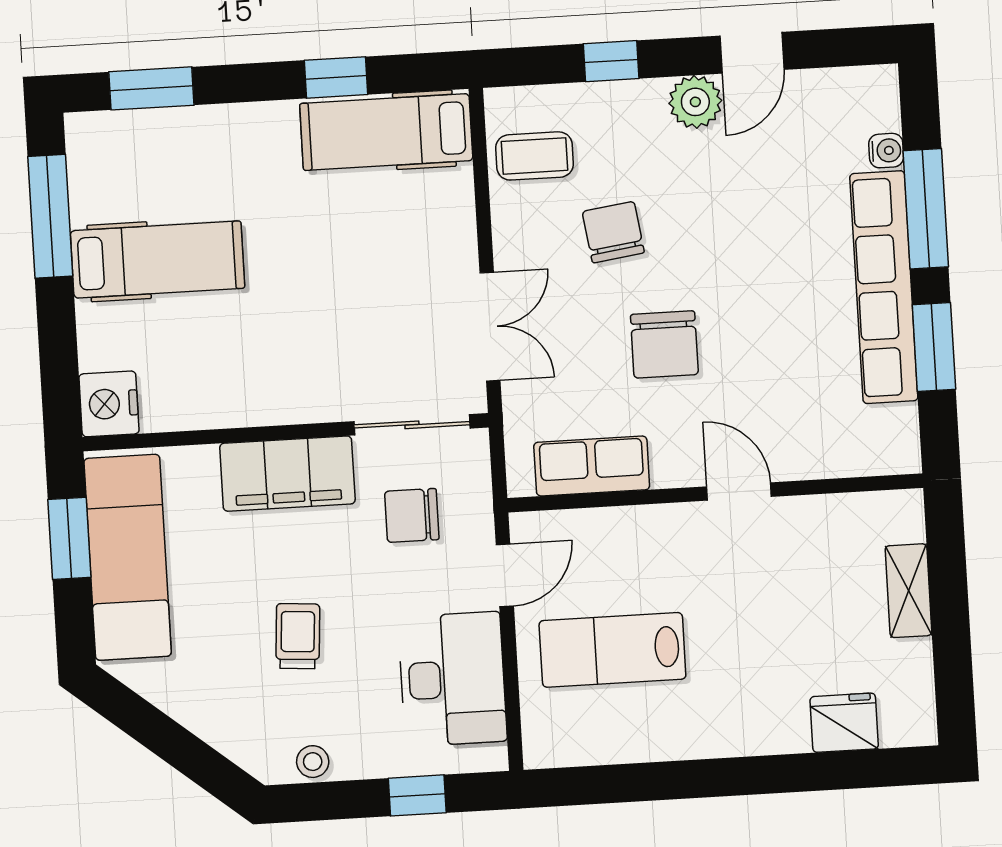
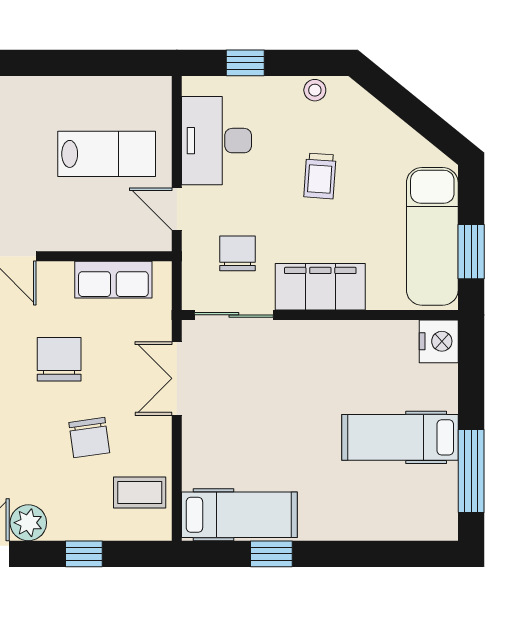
window: (151, 88) -> (397, 554), removed
chair: (412, 515) -> (238, 253), turned -90
door: (505, 575) -> (177, 209), hinge flipped

